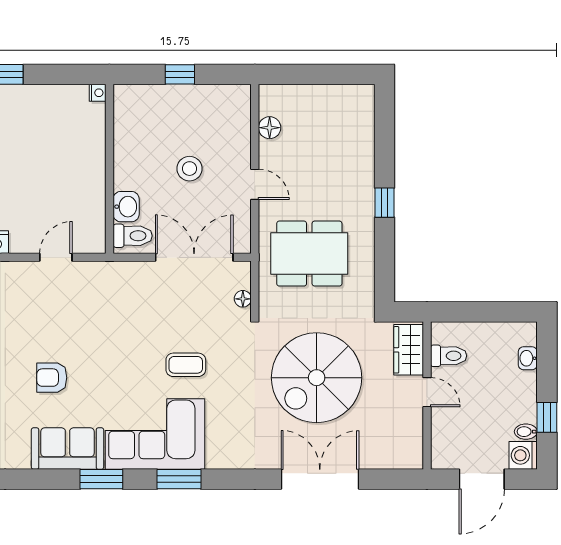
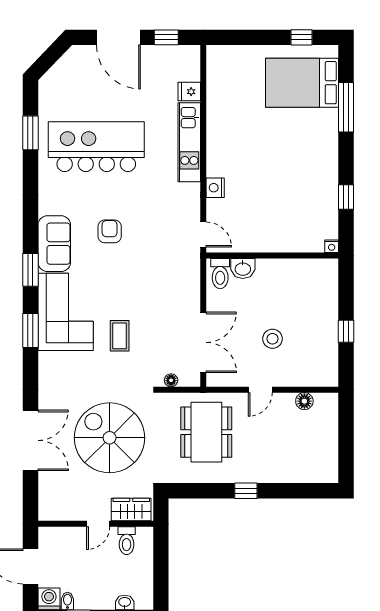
nightstand: (98, 93) -> (332, 246), moved
wall: (109, 169) -> (272, 256), moved
washbasin: (126, 207) -> (243, 268), moved
toilet: (133, 236) -> (220, 274), moved

